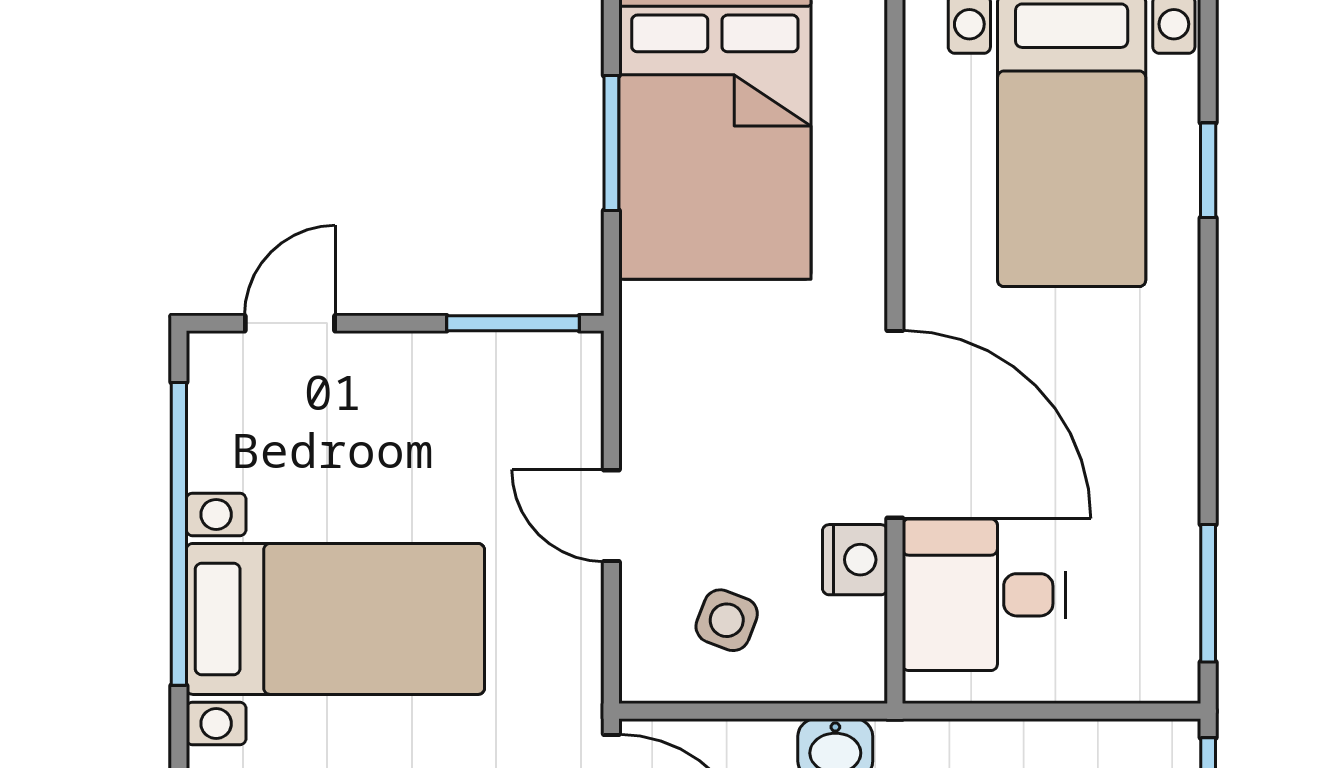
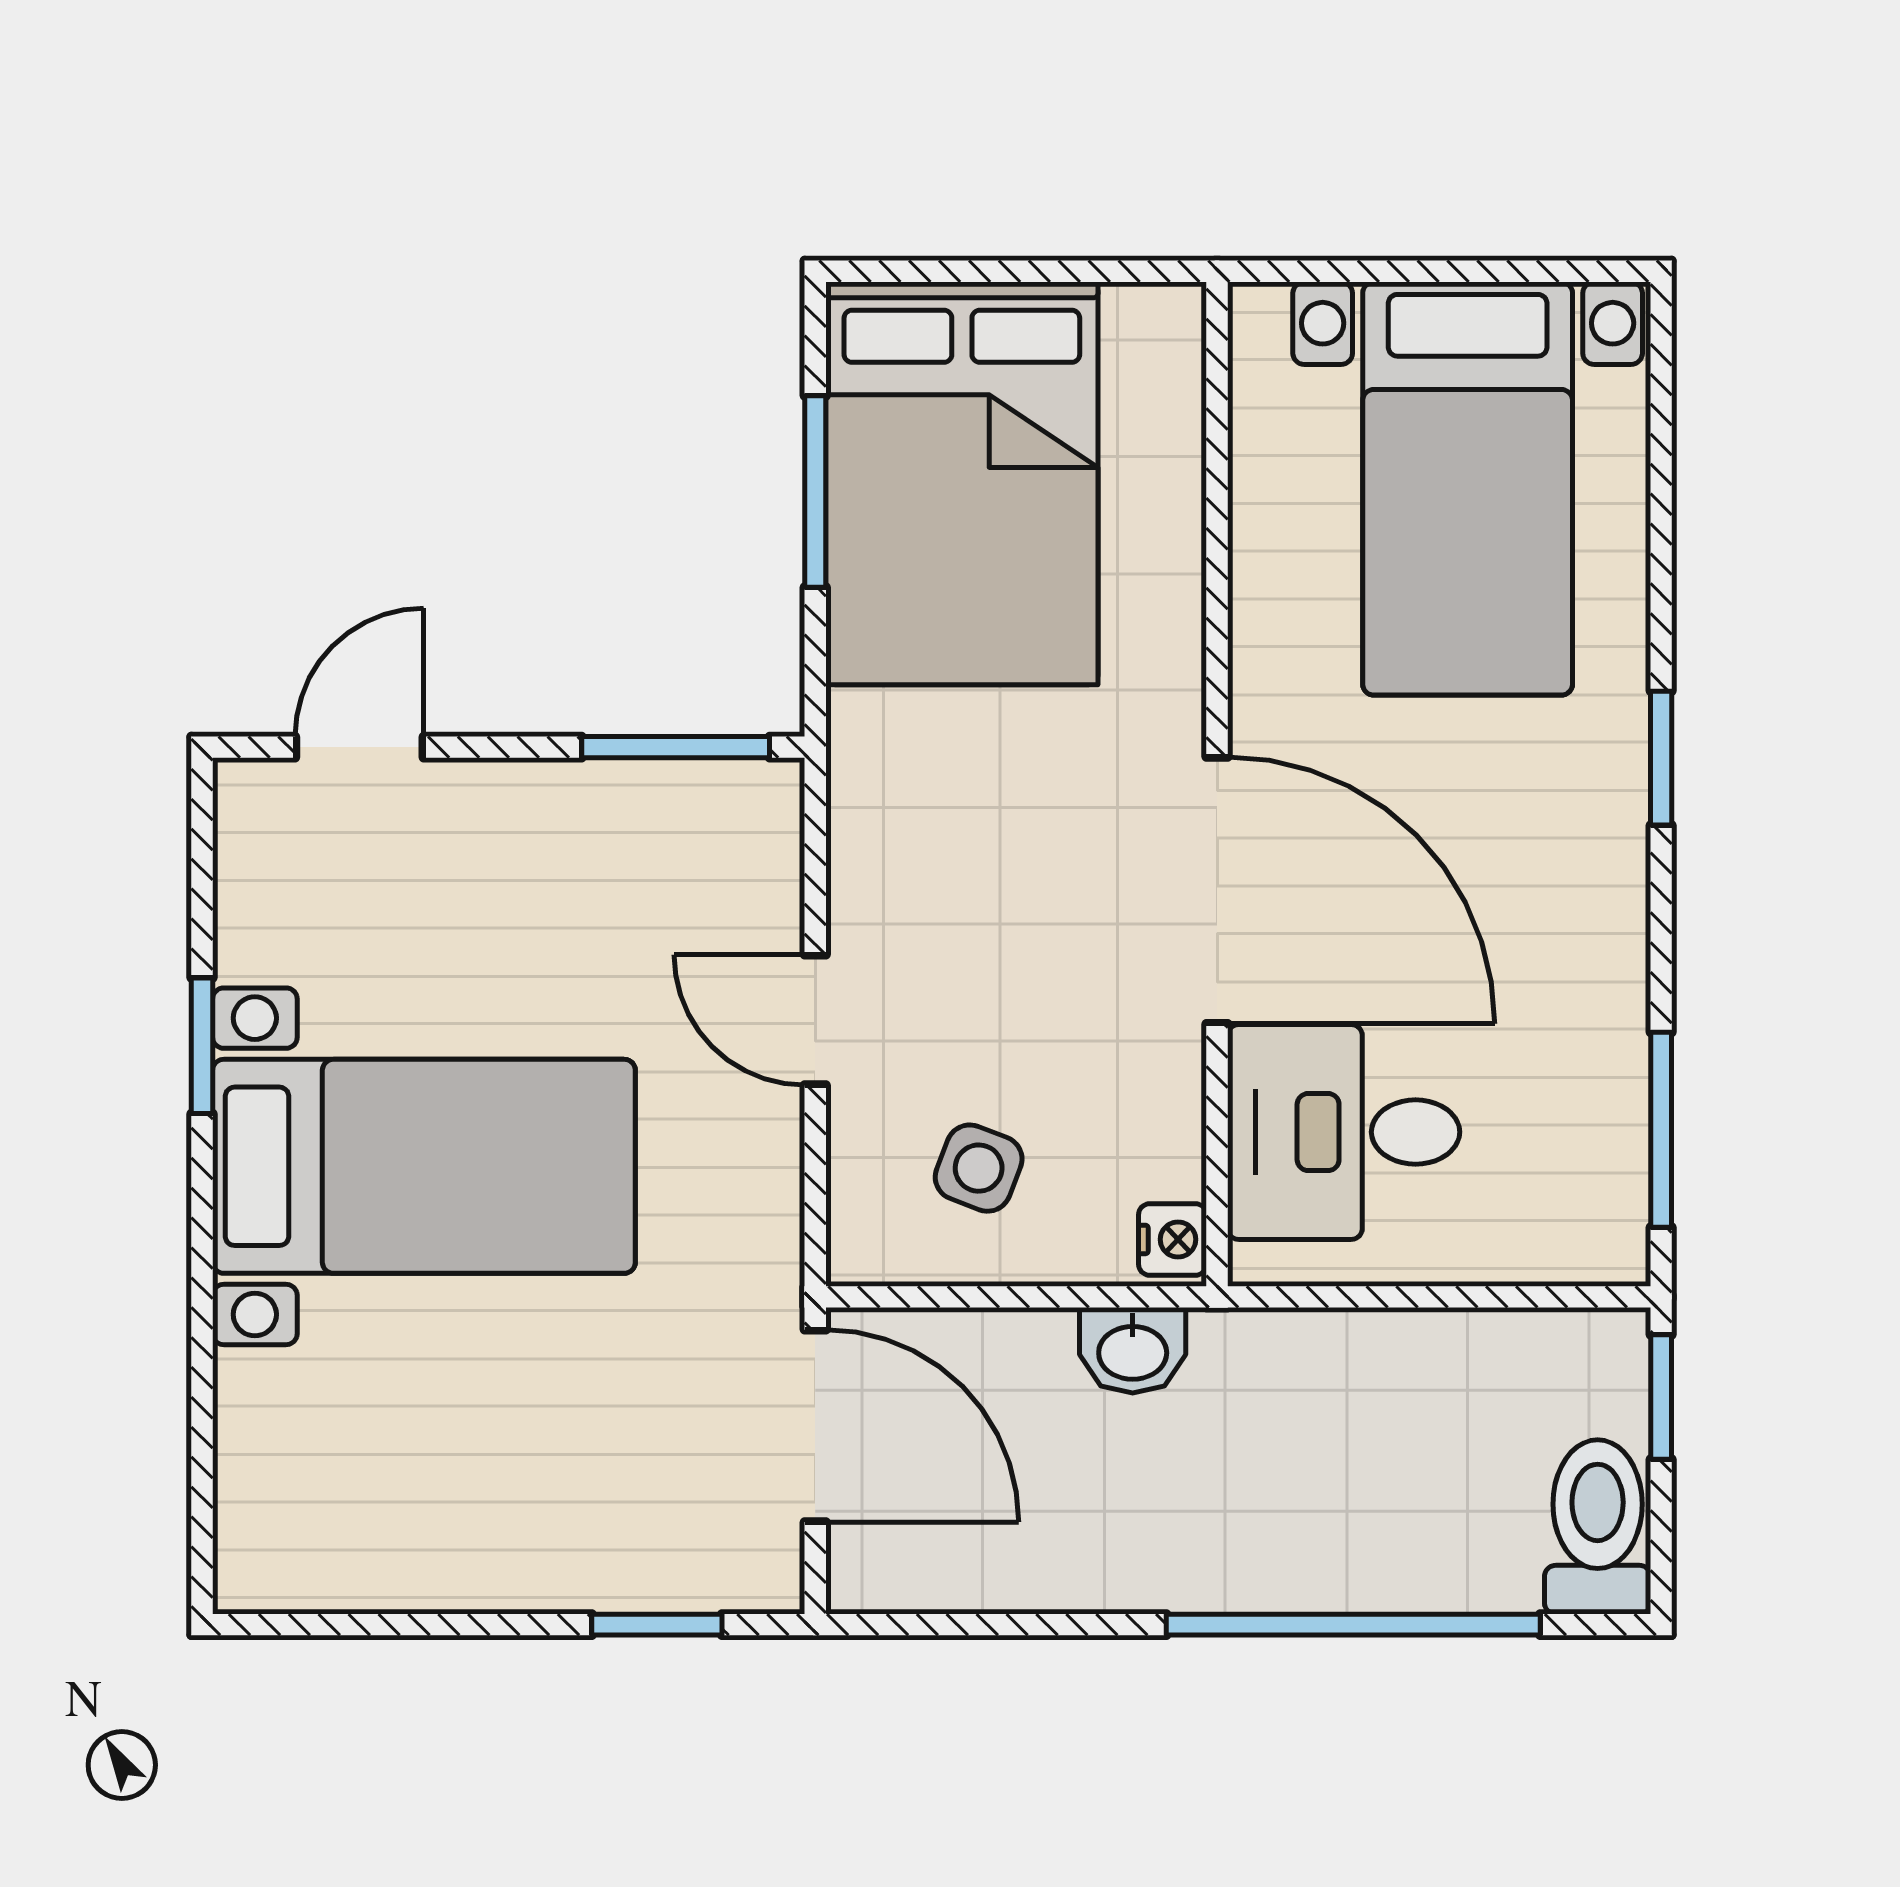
window: (1208, 170) -> (1661, 758), moved
window: (179, 534) -> (202, 1046), width x0.32
nightstand: (855, 560) -> (1173, 1239), moved, width x0.72, depth x0.74

